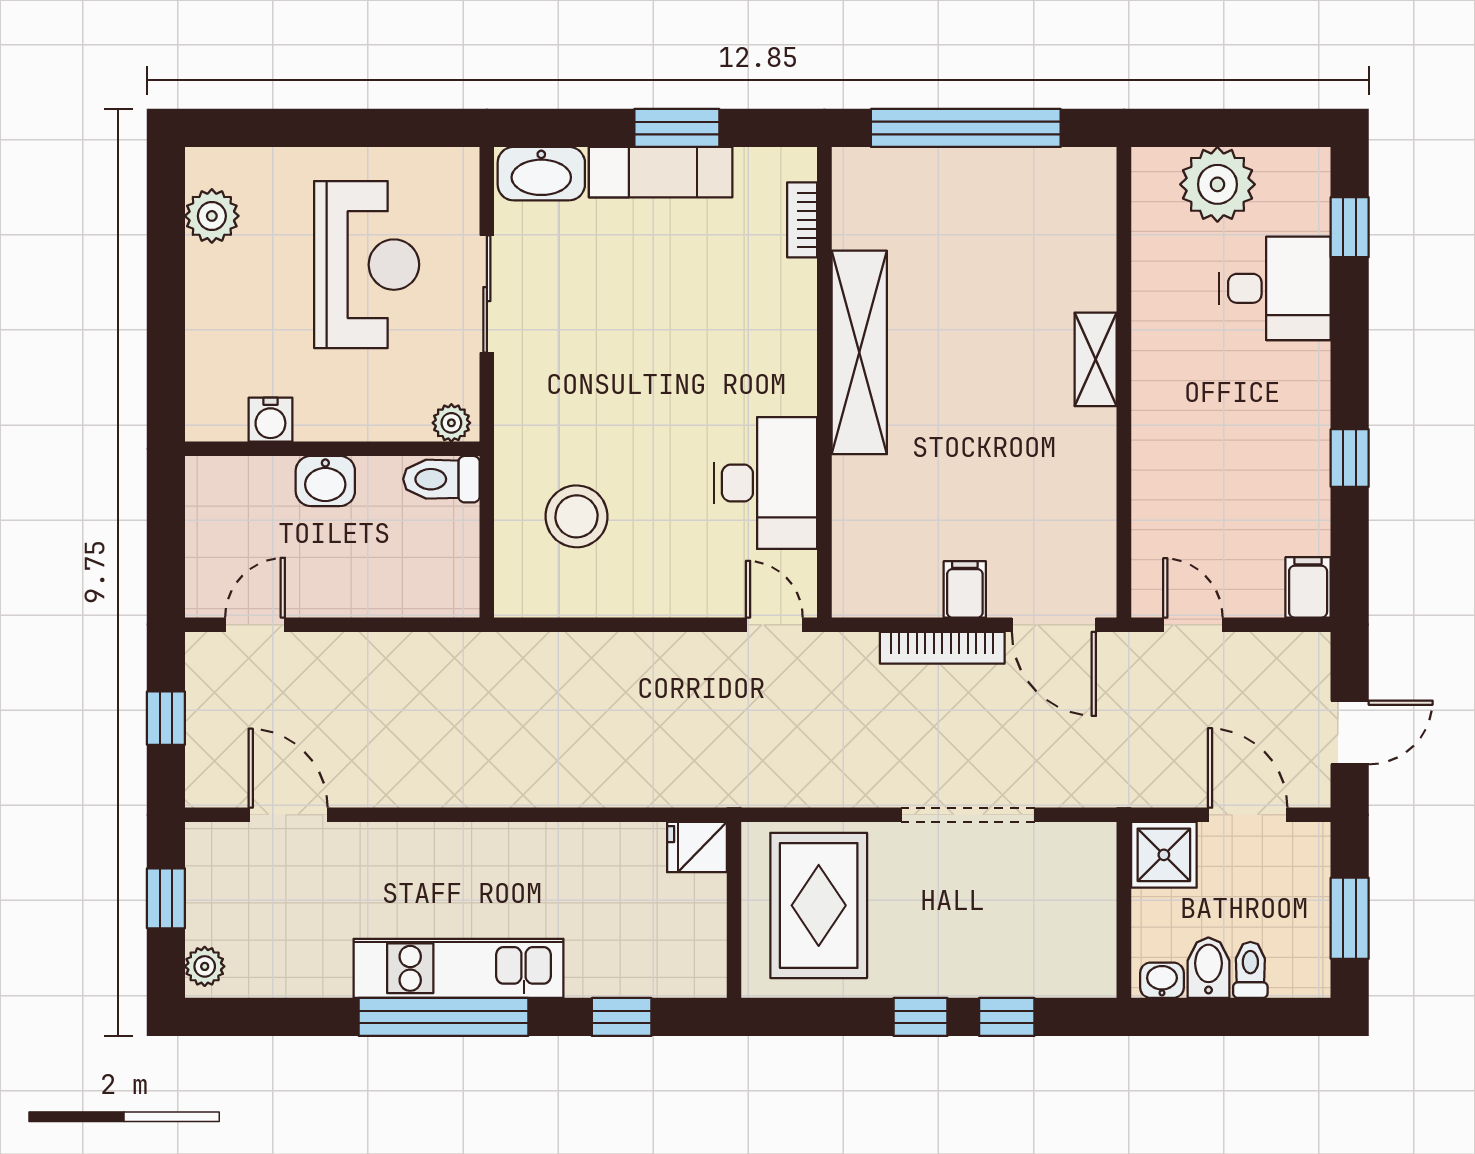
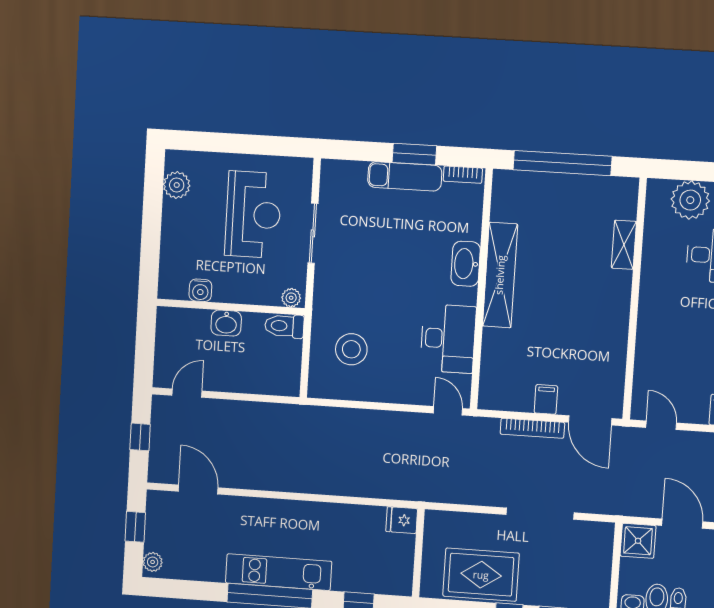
washbasin: (541, 174) -> (466, 264), moved, turned 90
bookcase: (802, 220) -> (463, 175), moved, turned -90
shelving: (1096, 359) -> (624, 245), moved
rug: (819, 905) -> (481, 575), moved, turned 90

